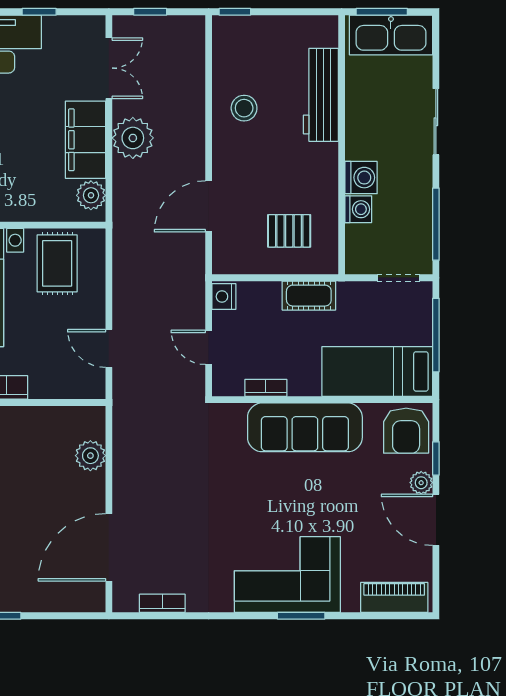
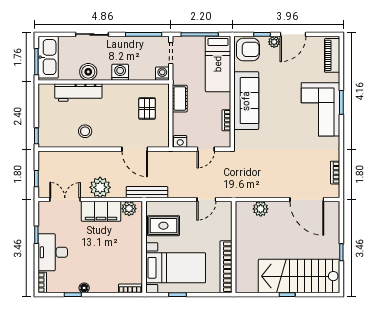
boiler: (362, 114) -> (88, 72), added
washing machine: (358, 209) -> (162, 74), moved
bench: (124, 231) -> (147, 192), added

